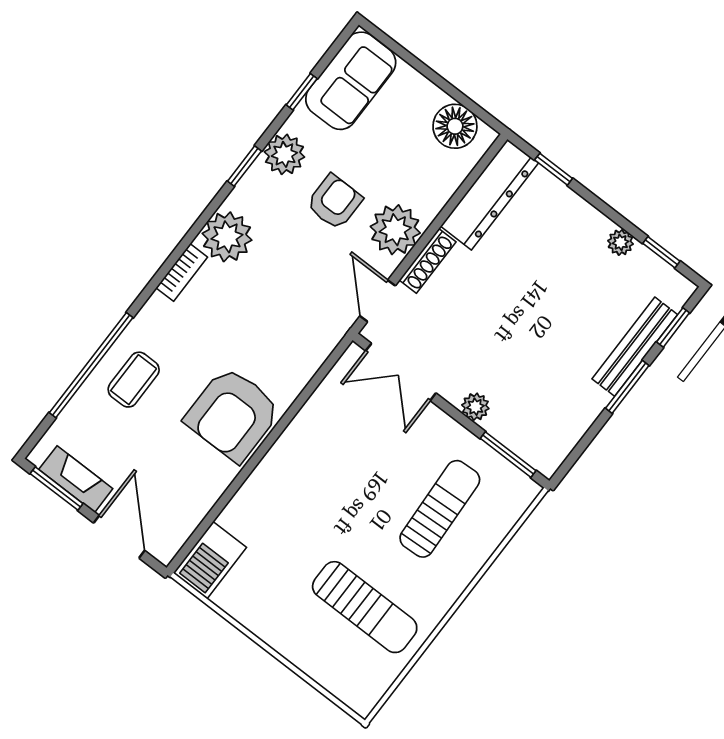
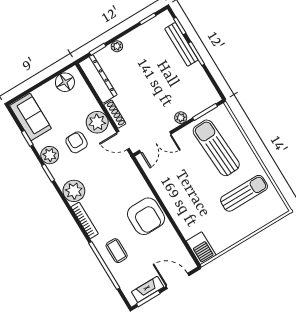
plant: (620, 242) -> (117, 46), moved
bookcase: (182, 272) -> (85, 220), width x1.56
sun lounger: (440, 509) -> (216, 148), width x1.36, depth x1.34

